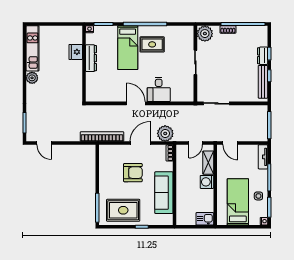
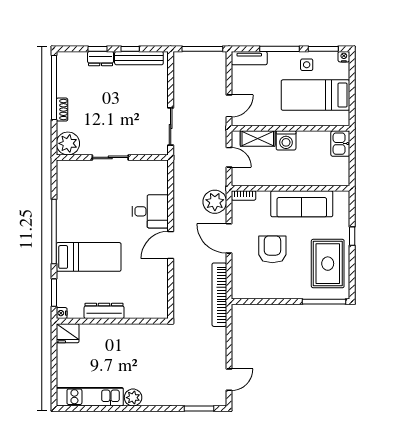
rug: (152, 44) -> (84, 221), removed
fridge: (76, 52) -> (68, 333), moved

